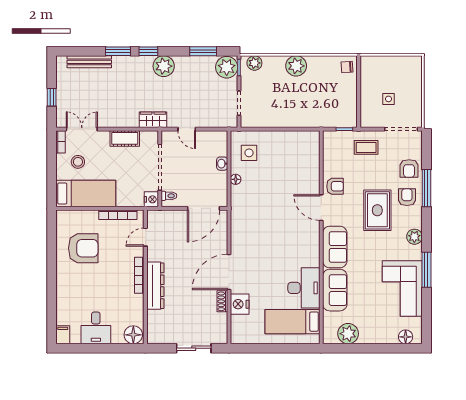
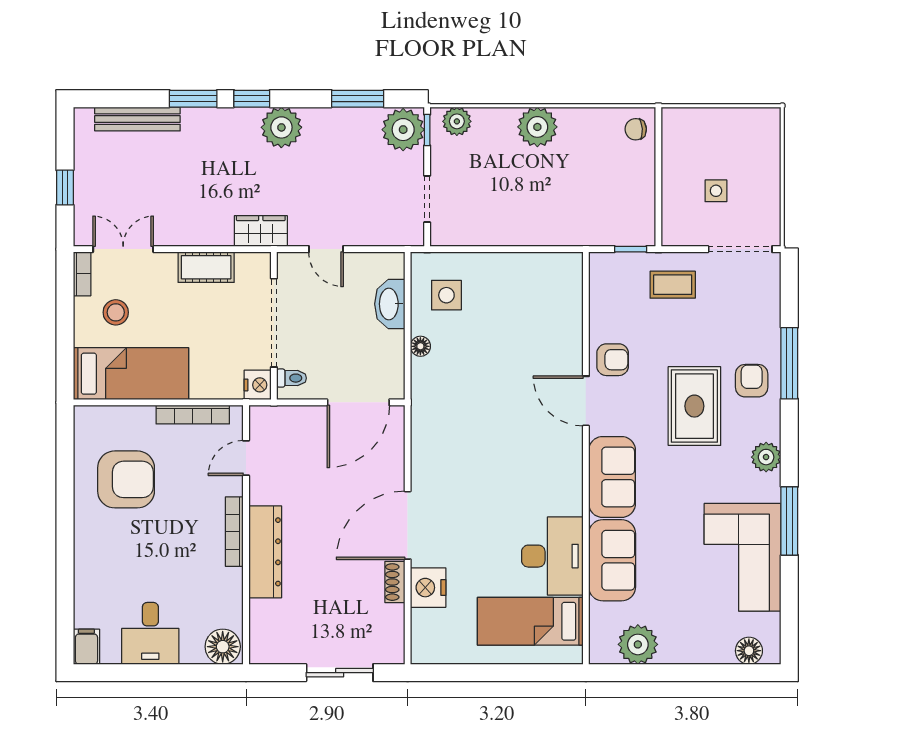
washbasin: (222, 164) -> (390, 304), width x1.91, depth x1.45
armchair: (409, 168) -> (756, 325), removed

